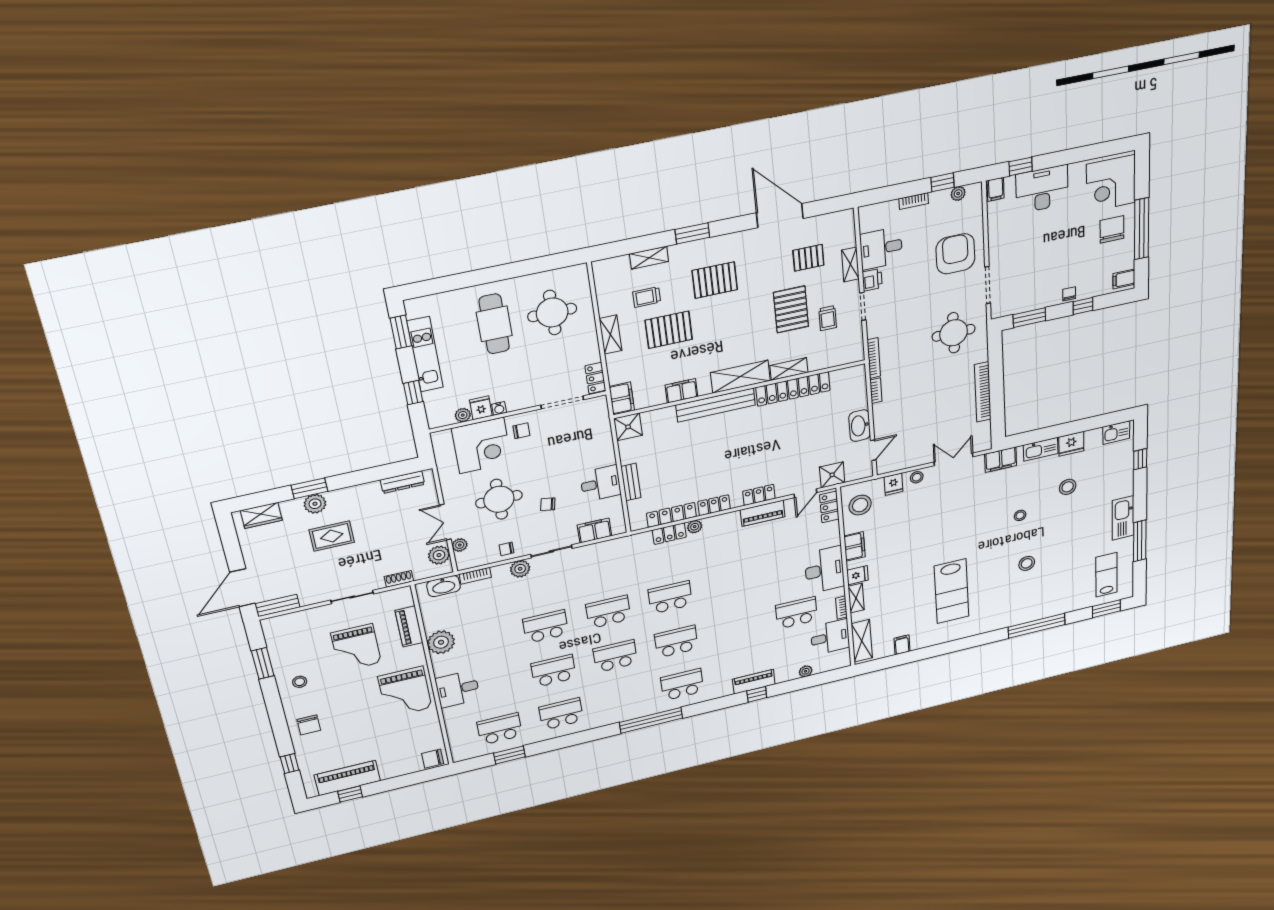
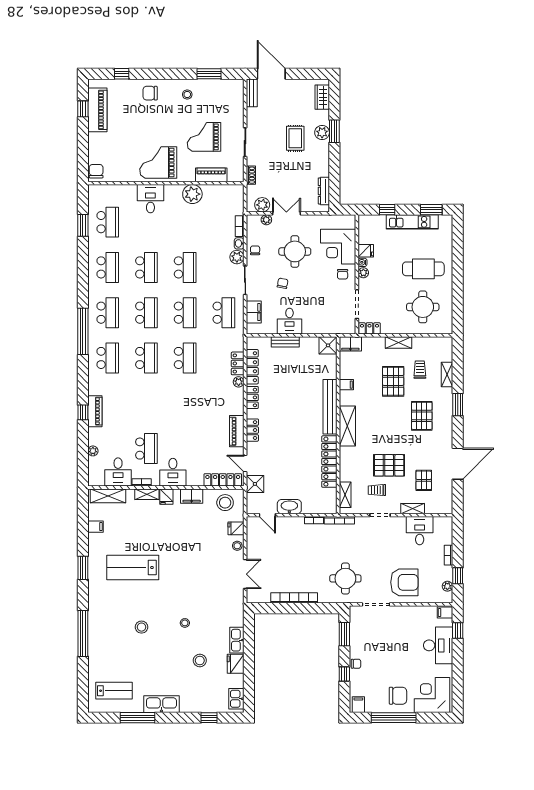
printer: (872, 280) -> (398, 523), removed
shelving: (789, 369) -> (345, 495), moved
filing cabinet: (681, 391) -> (346, 385), width x0.50
plant: (463, 415) -> (363, 273), moved
filing cabinet: (1001, 460) -> (236, 609), removed
locker: (829, 507) -> (223, 480), width x1.53
school desk: (601, 566) -> (224, 313), added
desk: (824, 570) -> (173, 472), width x0.73
washbasin: (444, 586) -> (239, 243), moved, width x0.52, depth x0.69
window: (1106, 609) -> (83, 568), moved
school desk: (622, 699) -> (108, 313), added

